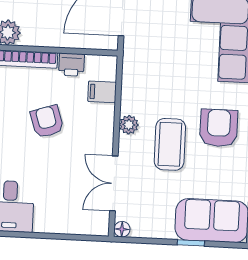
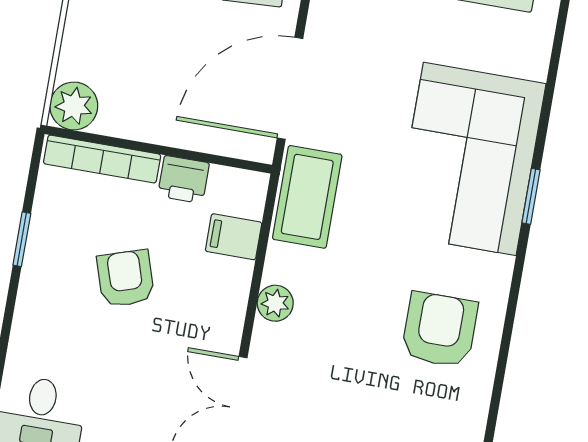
coffee table: (170, 144) -> (307, 197), moved

